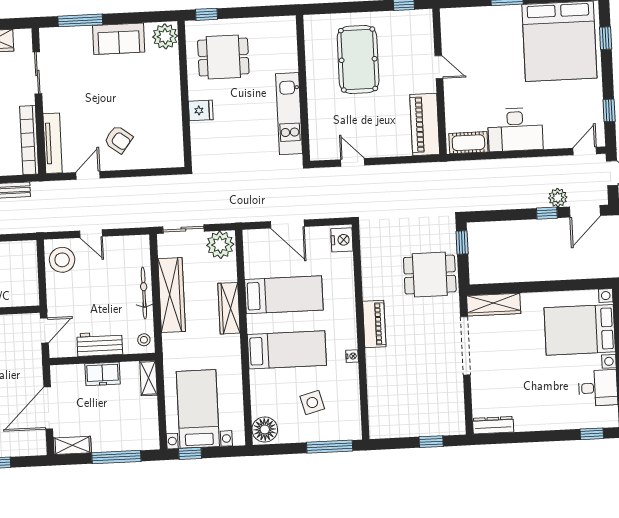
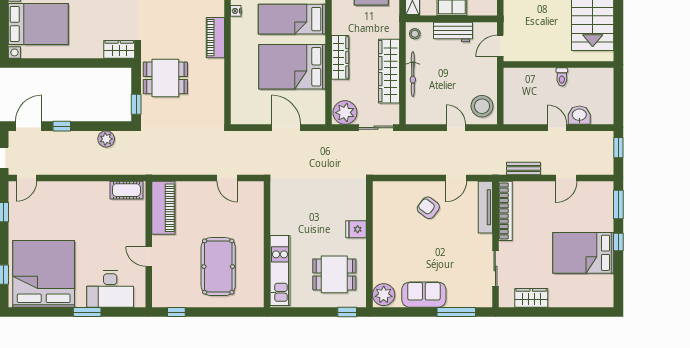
kitchen unit: (289, 114) -> (280, 271), moved
desk: (515, 130) -> (110, 289), moved, turned 180
plant: (558, 198) -> (106, 139), moved
nightstand: (342, 240) -> (240, 112), removed
bed: (284, 295) -> (292, 67), width x1.50
wardrobe: (494, 305) -> (119, 49), width x0.67

